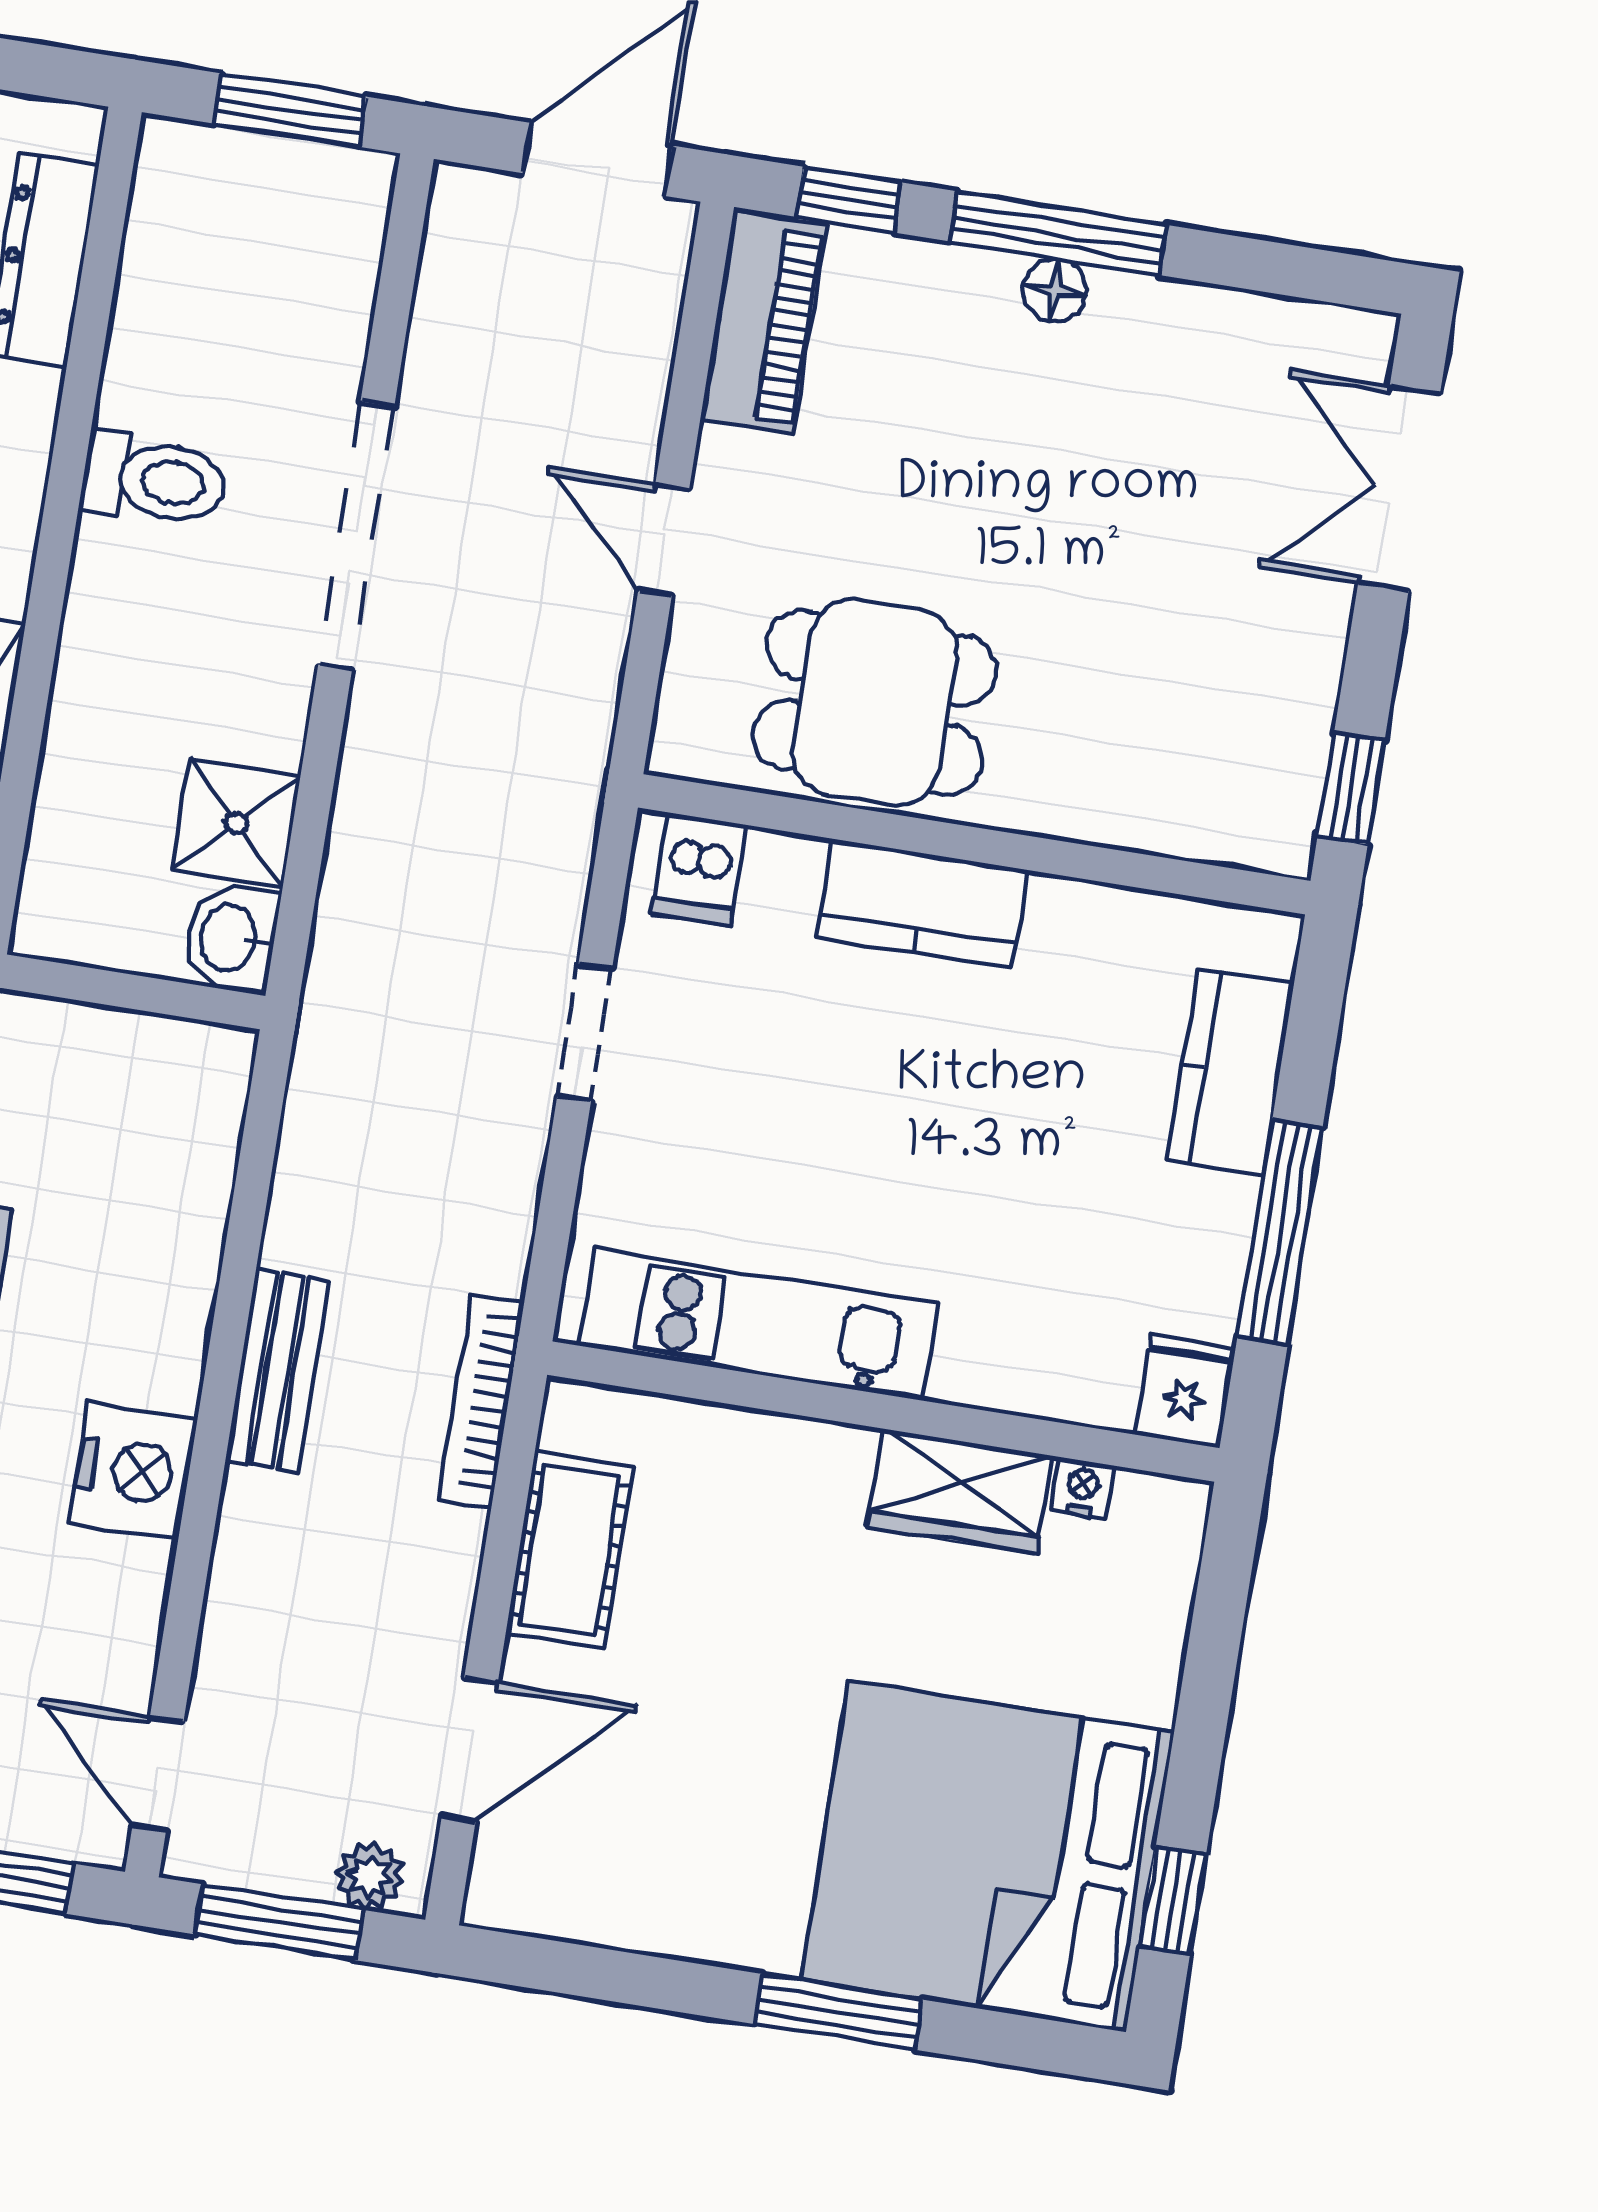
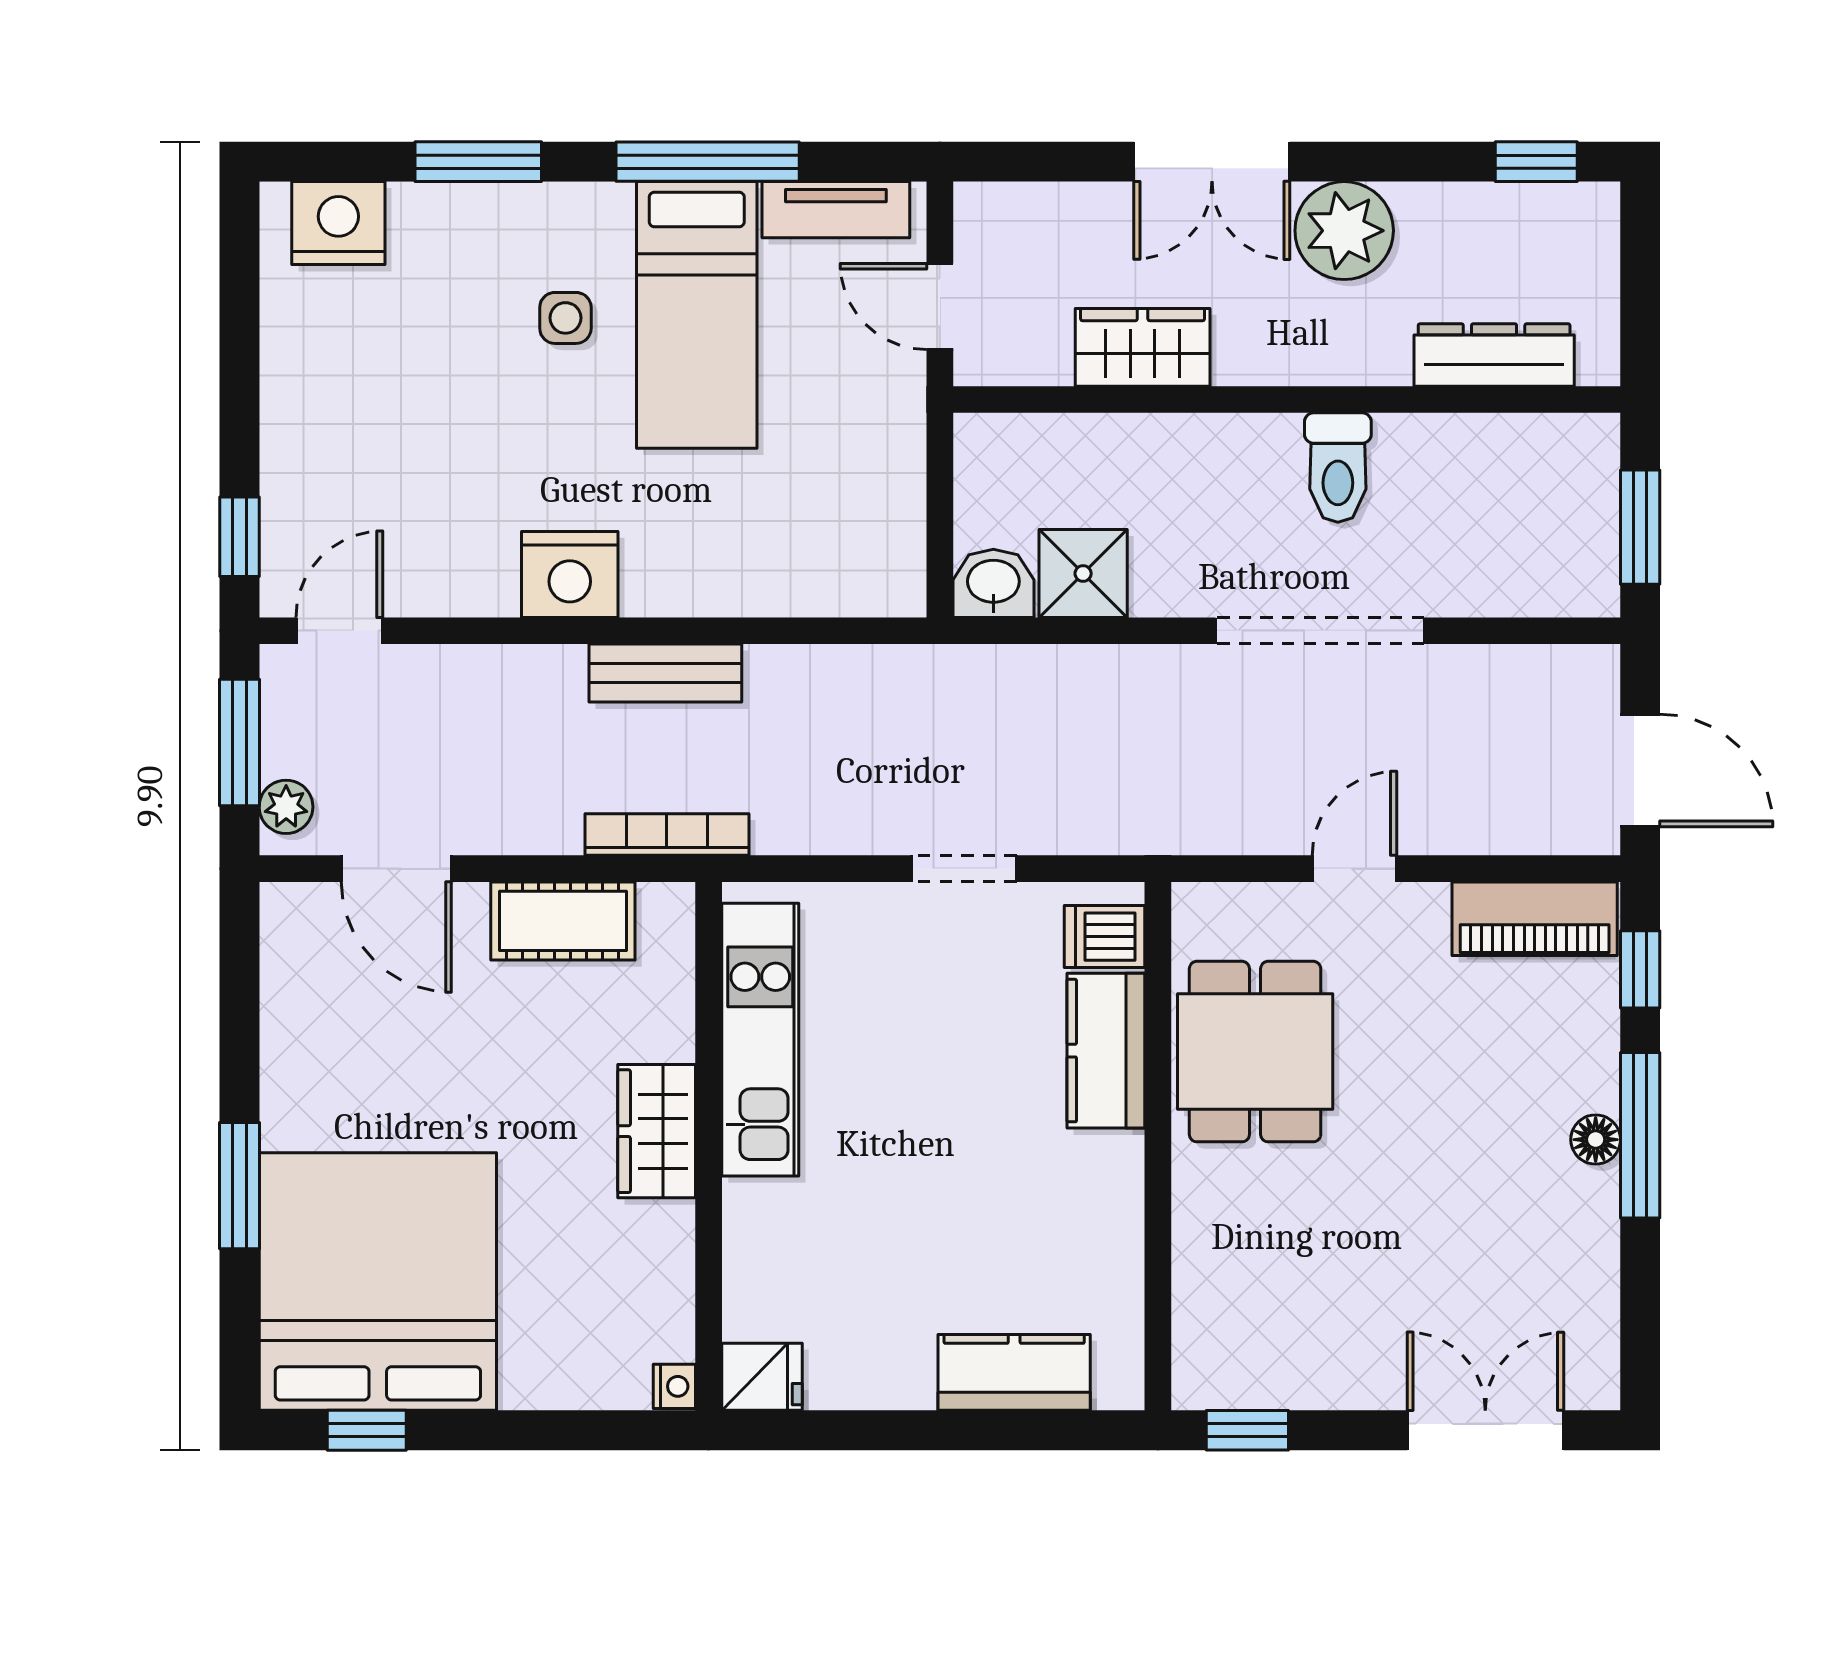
kitchen counter: (921, 903) -> (1106, 1051), moved
window: (1280, 1232) -> (896, 1430), removed
nightstand: (1083, 1488) -> (674, 1386), moved
wardrobe: (960, 1491) -> (657, 1131), moved

